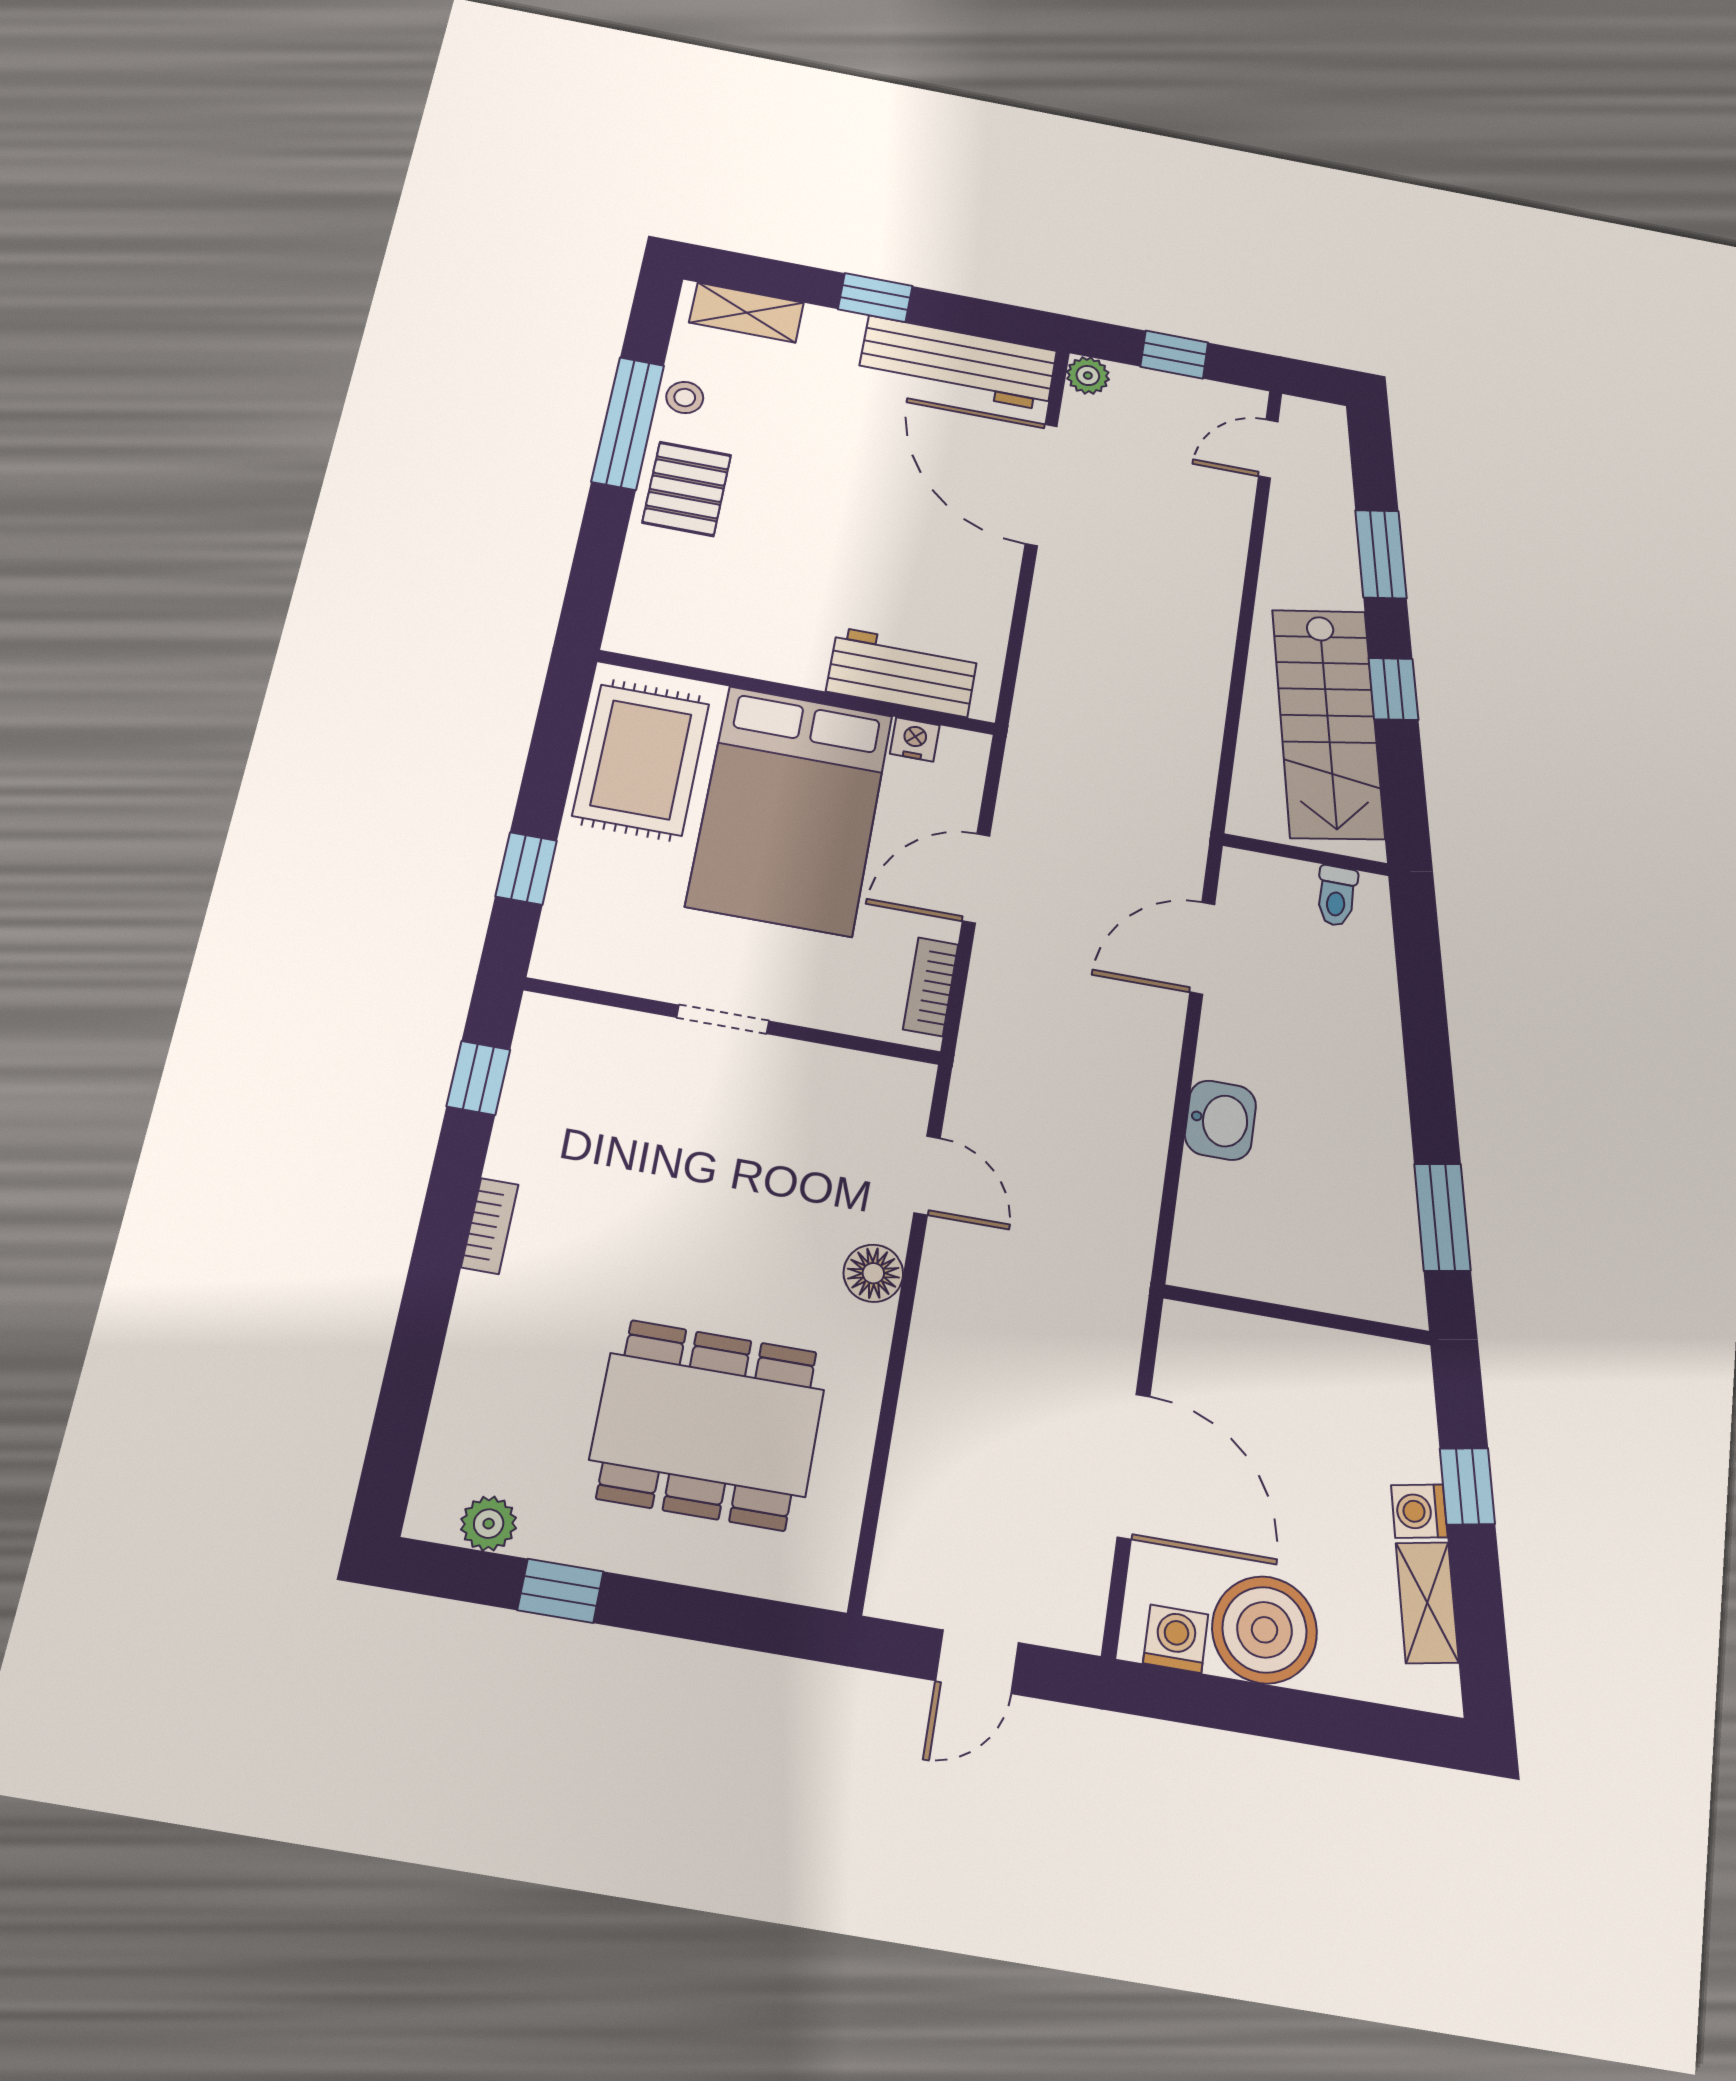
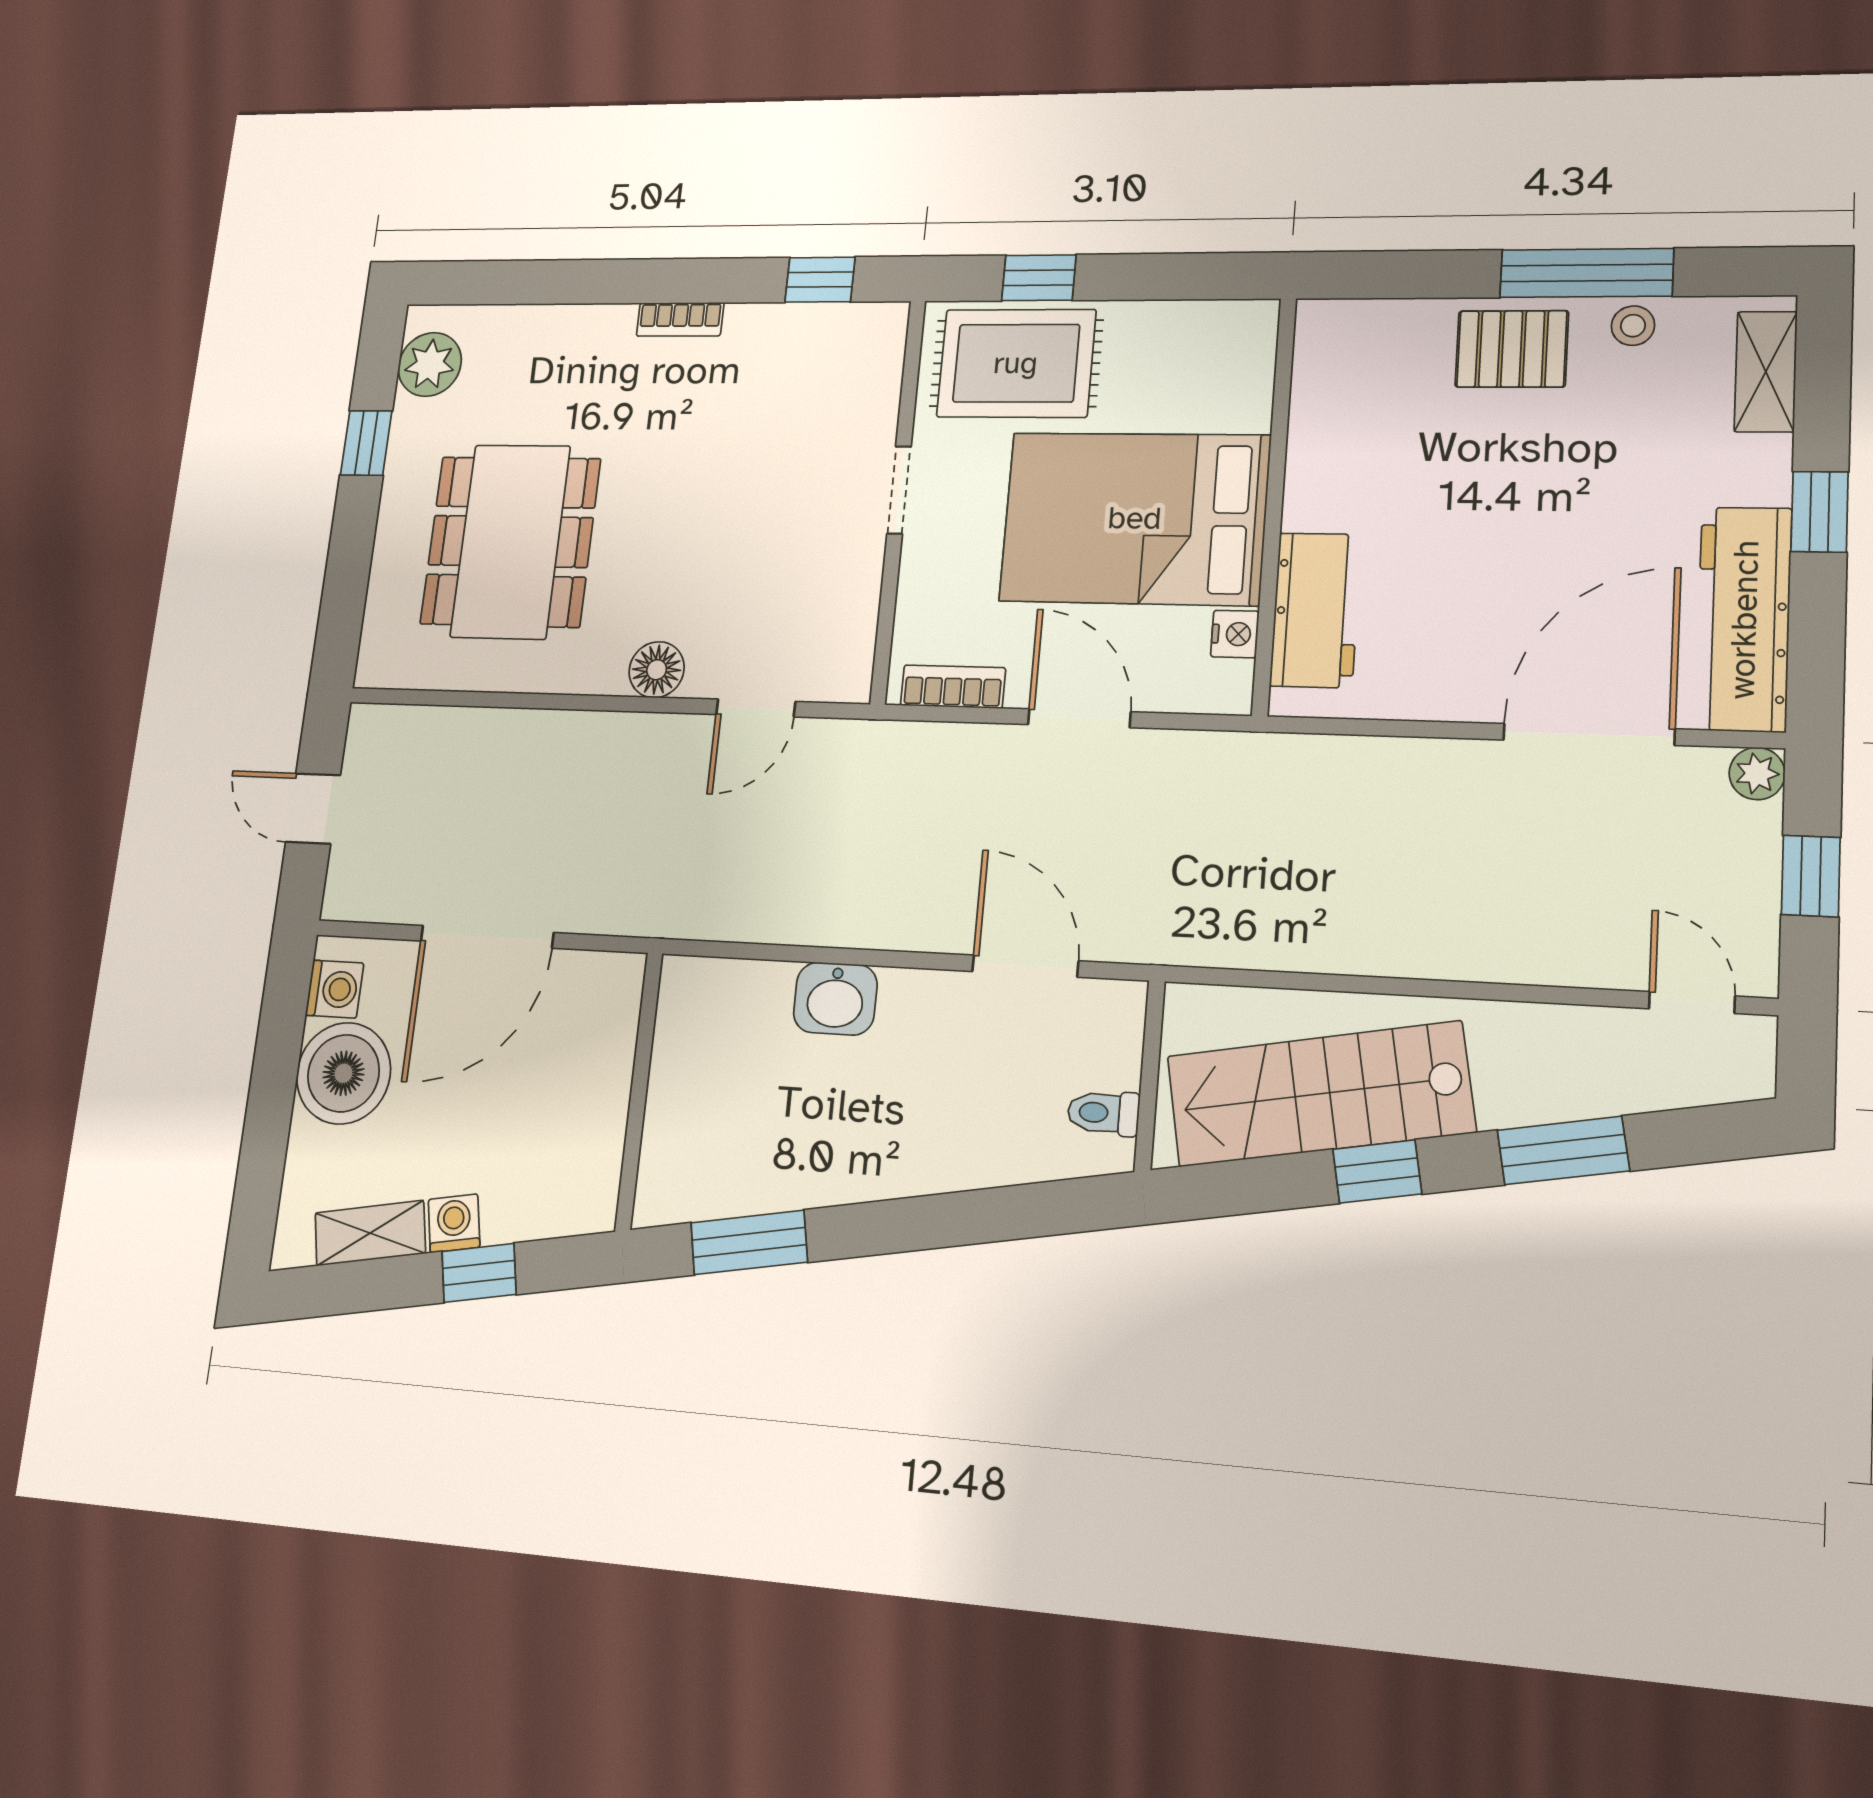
rug: (641, 760) -> (1016, 363), moved
plant: (489, 1524) -> (430, 364), width x1.38, depth x1.38

